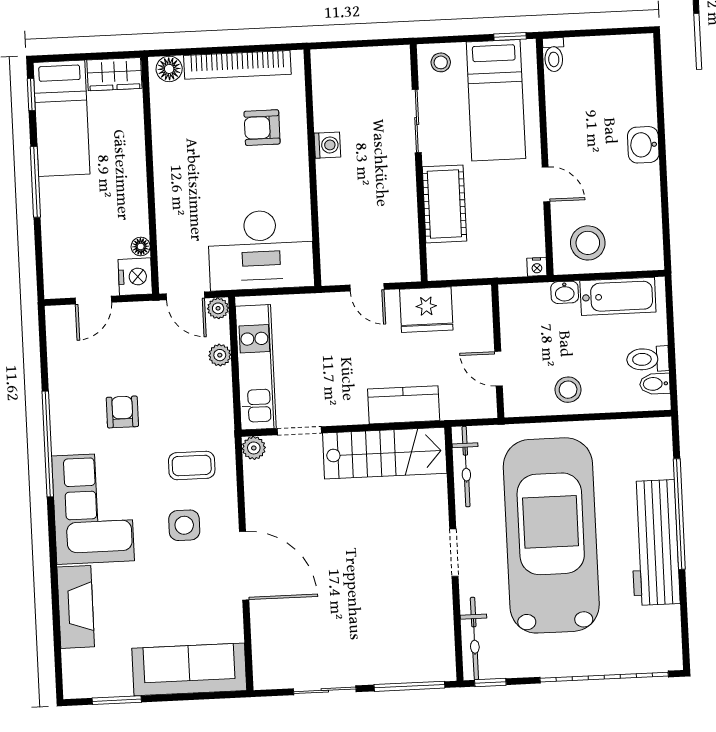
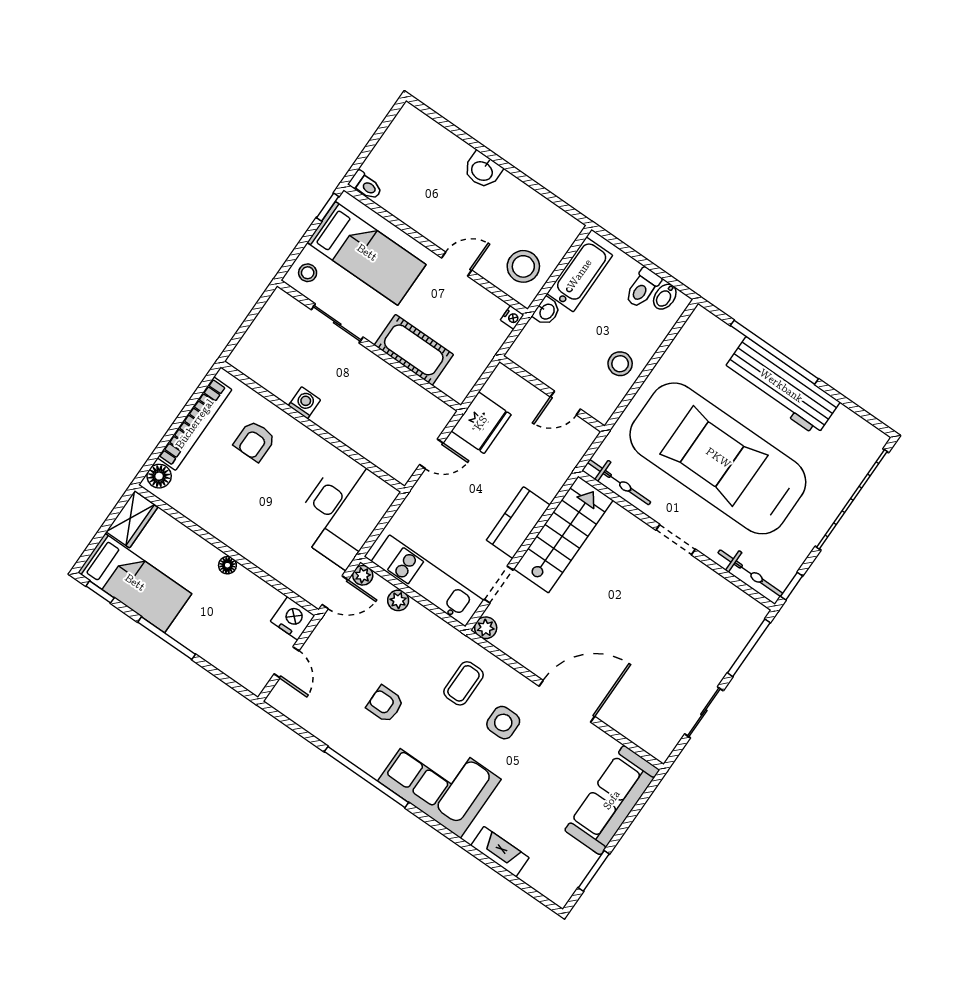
floor lamp: (141, 247) -> (227, 565), moved
kitchen counter: (404, 405) -> (518, 523), moved
fireplace: (76, 607) -> (500, 852), width x0.73, depth x0.76

